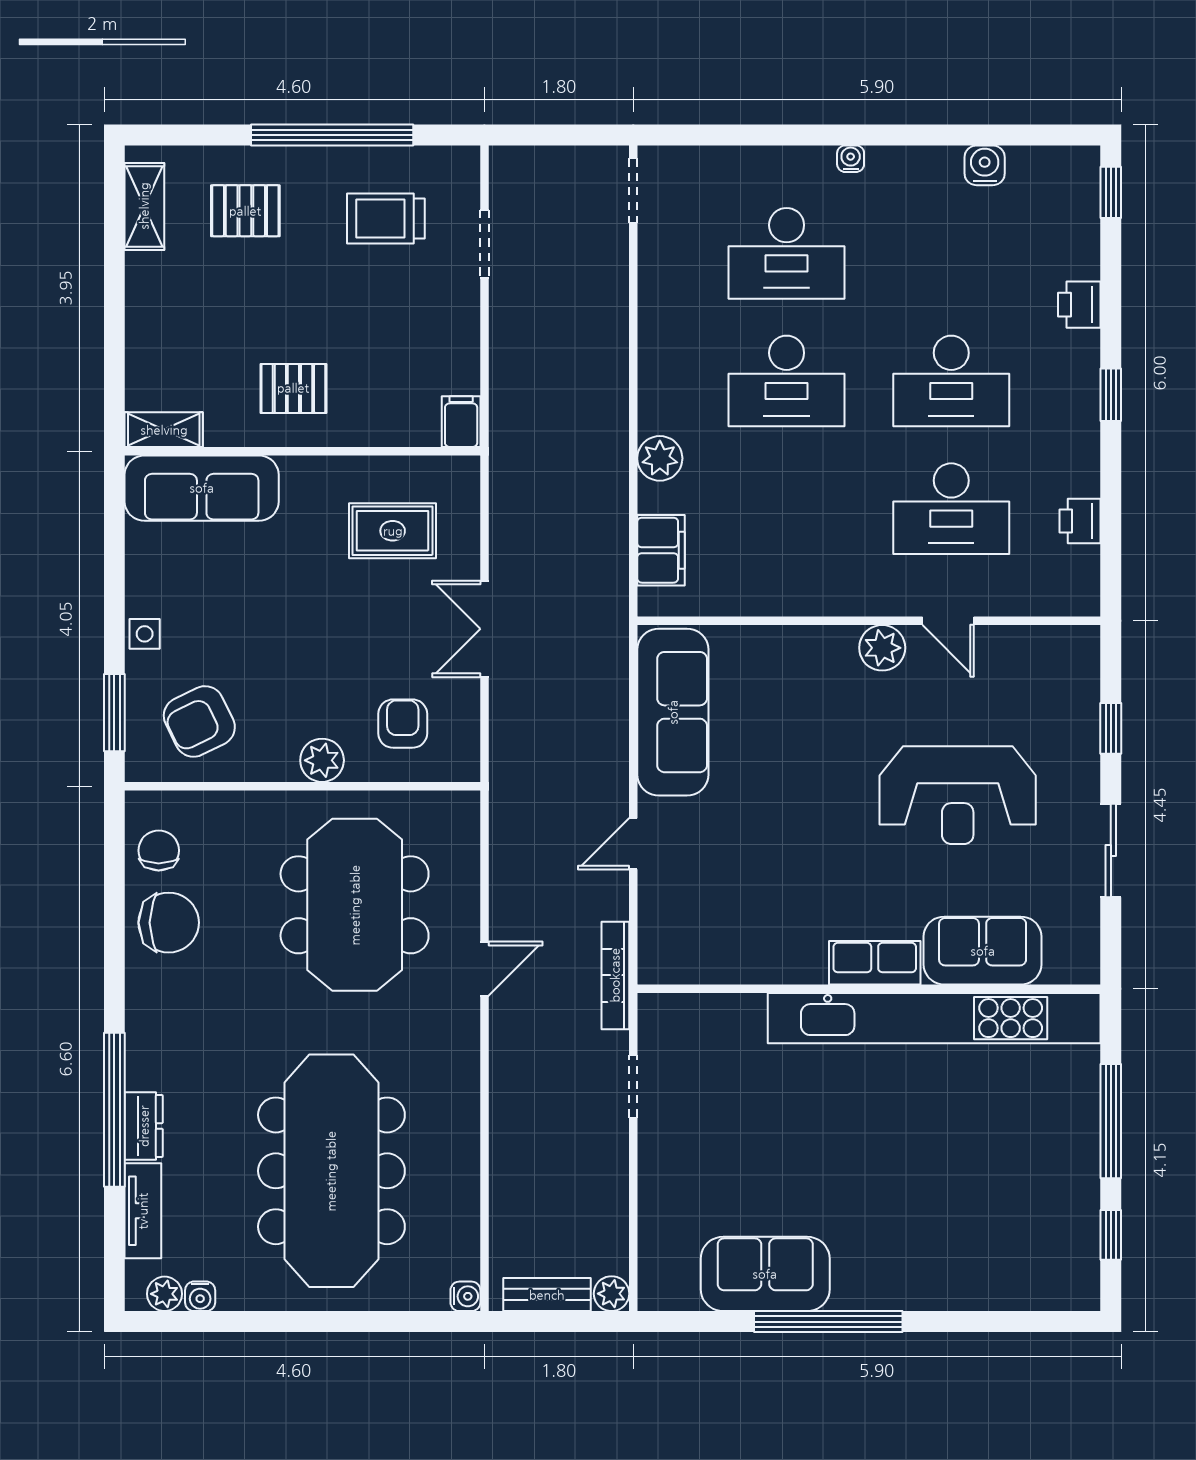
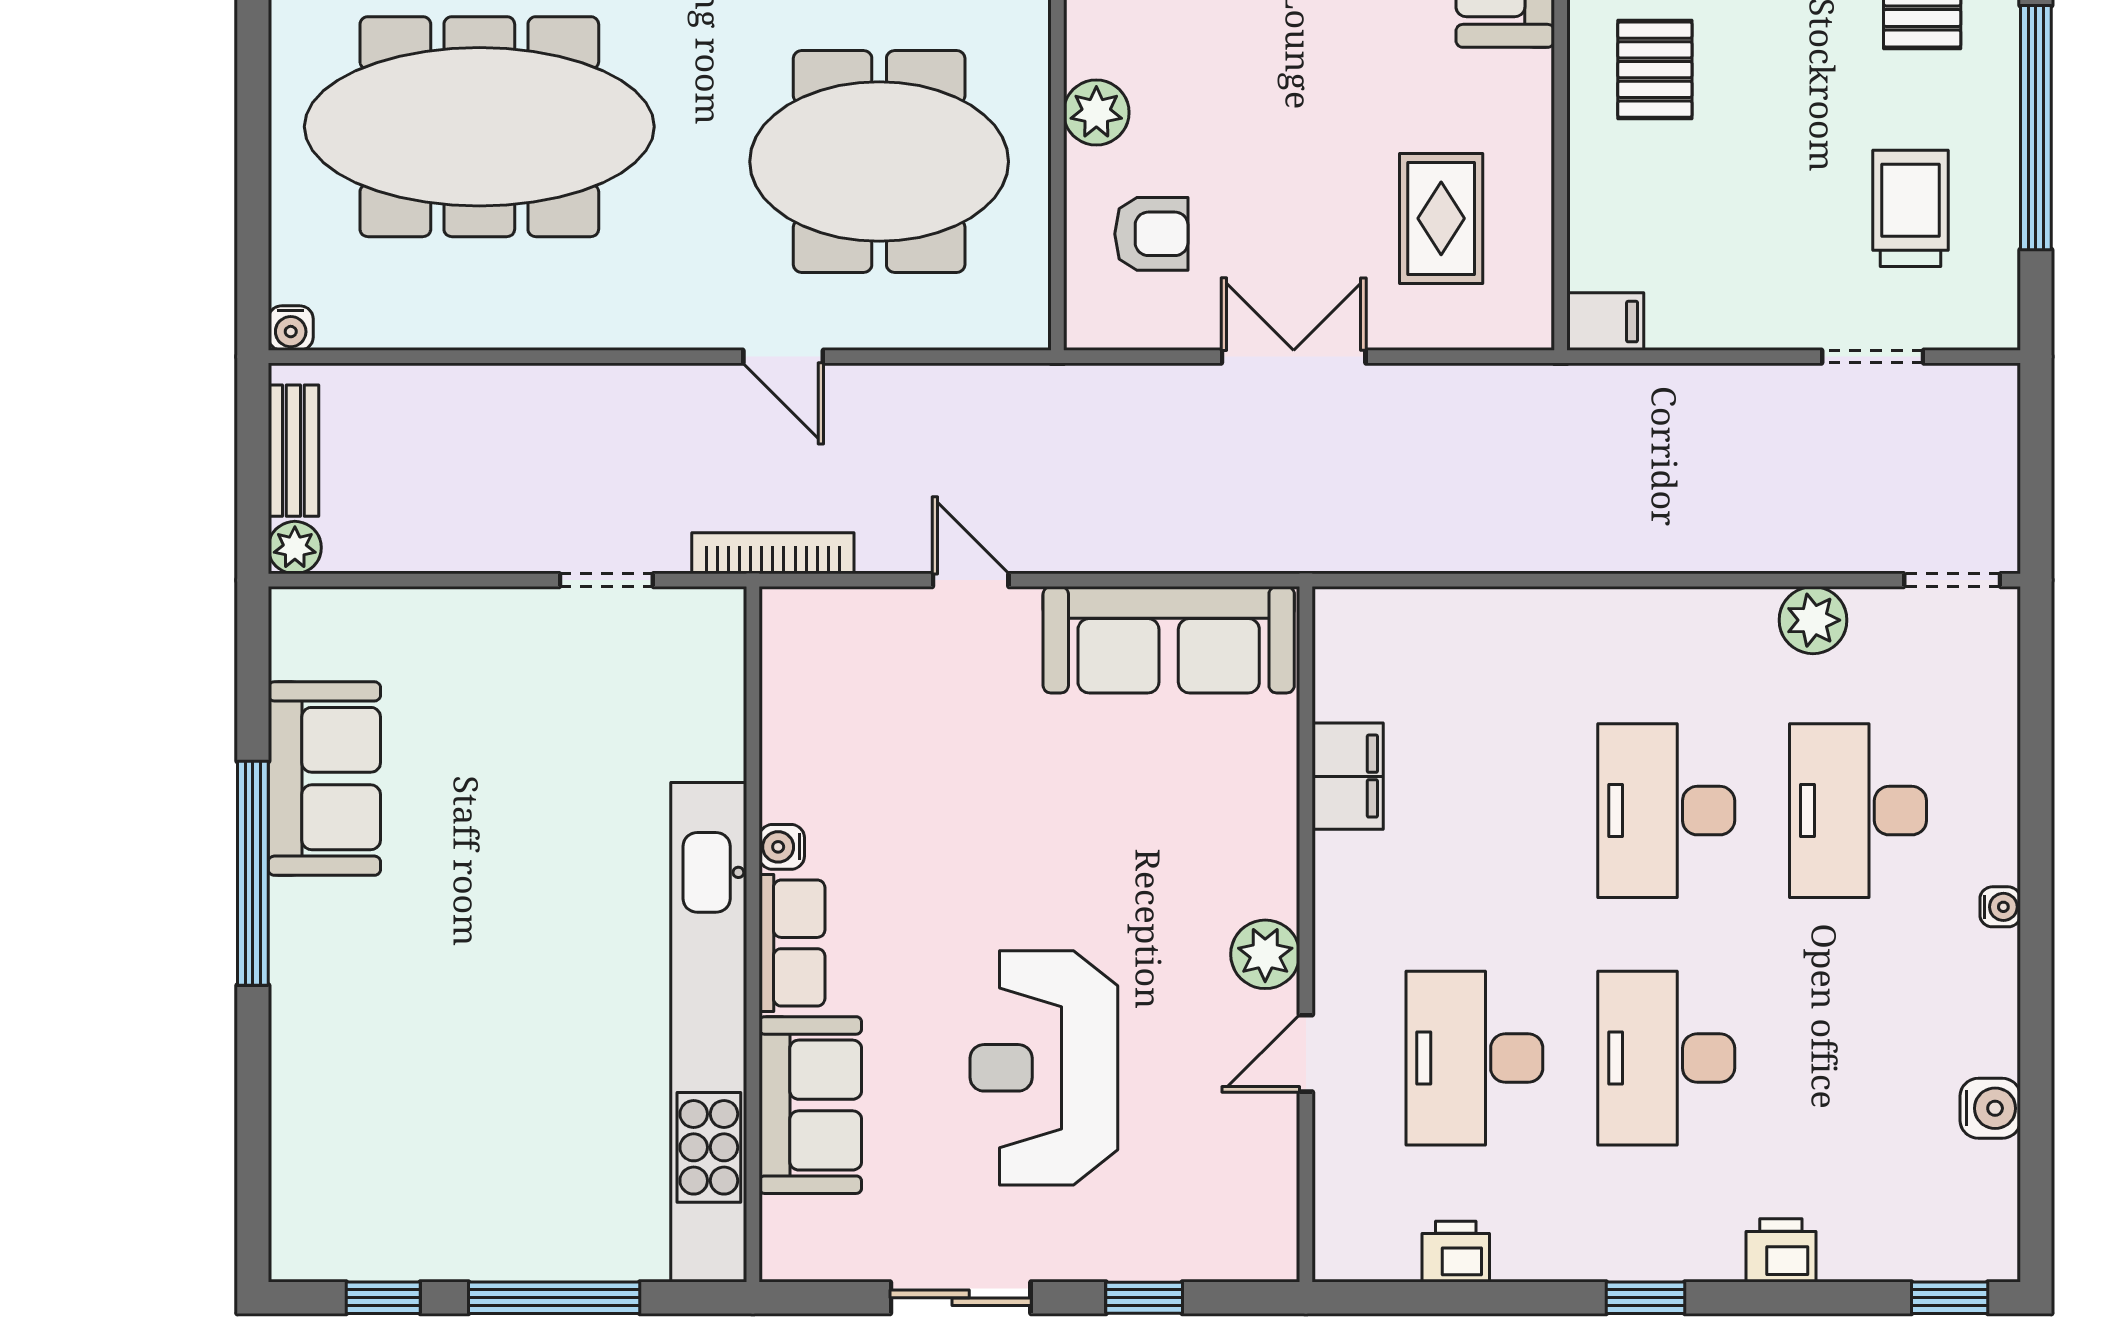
plant: (660, 458) -> (1813, 620), moved
filing cabinet: (661, 550) -> (1348, 776), moved, turned -90
water cooler: (811, 970) -> (782, 847), added

